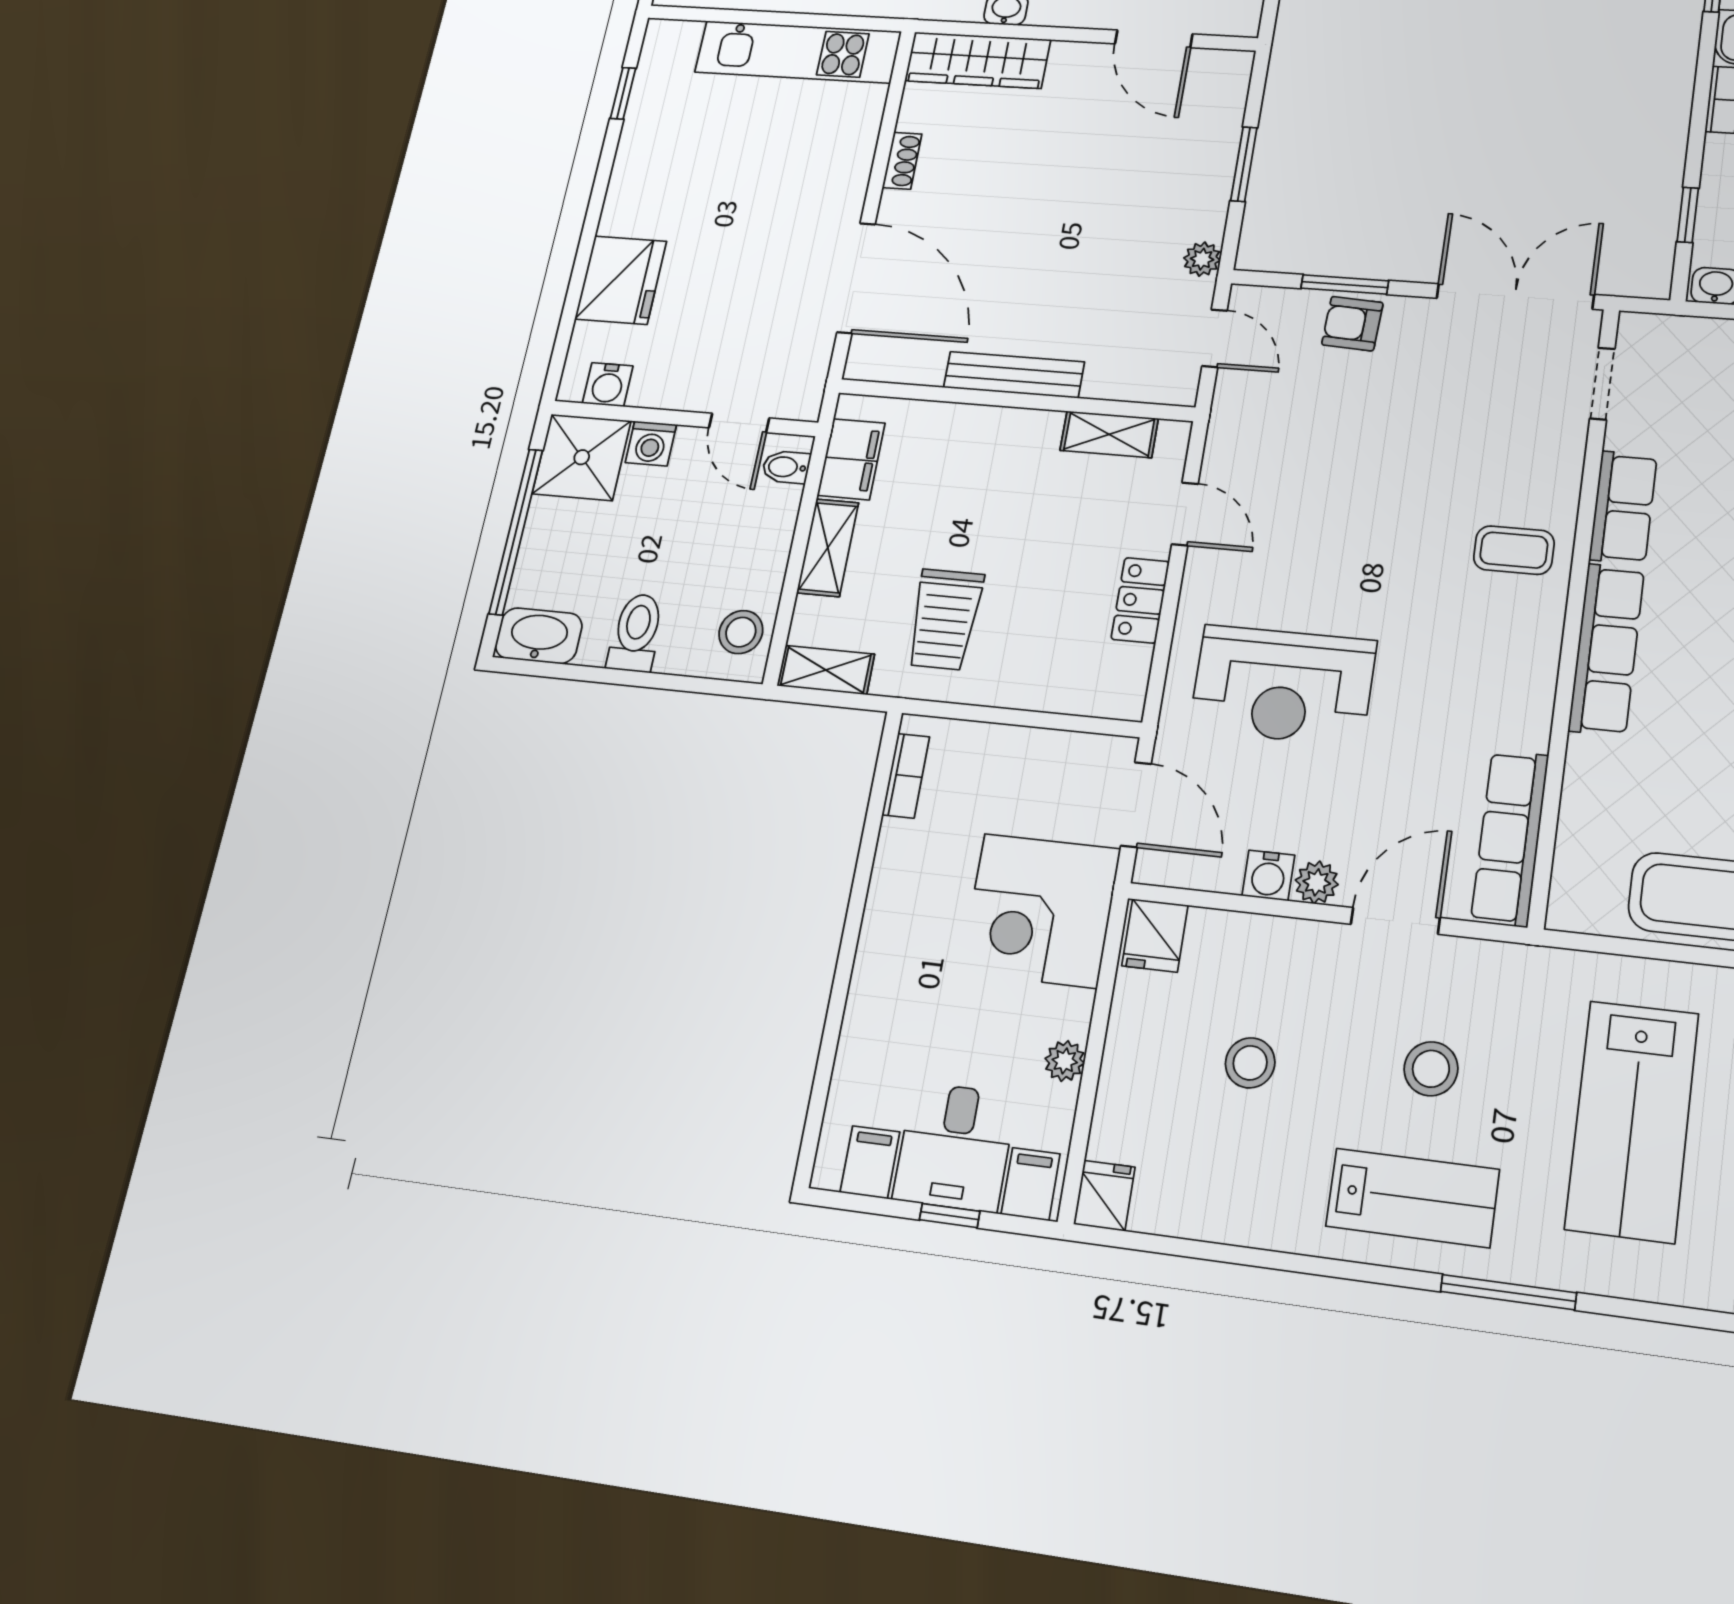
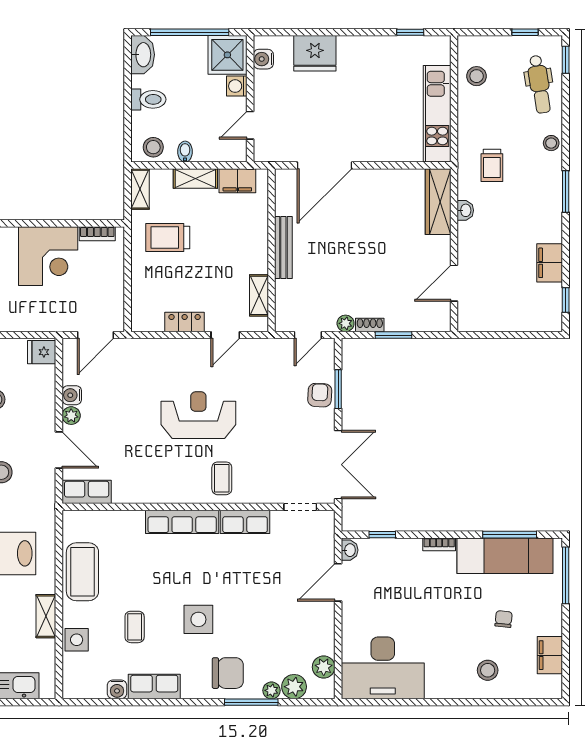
shoe rack: (902, 161) -> (370, 325), moved, turned 180
bidet: (786, 467) -> (185, 152), moved
reception desk: (1283, 685) -> (198, 415), moved, turned 90
row of seats: (1510, 838) -> (87, 492), width x0.68
corner desk: (1040, 910) -> (48, 256), moved, turned 180

